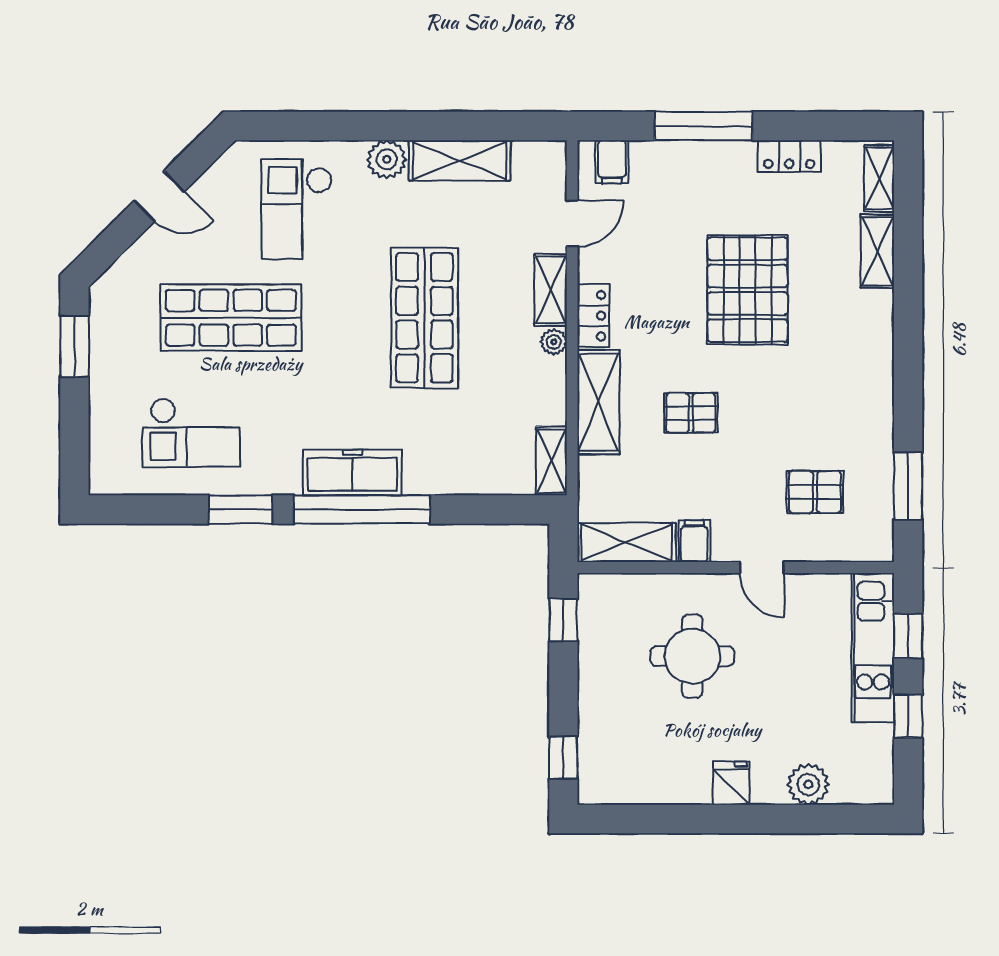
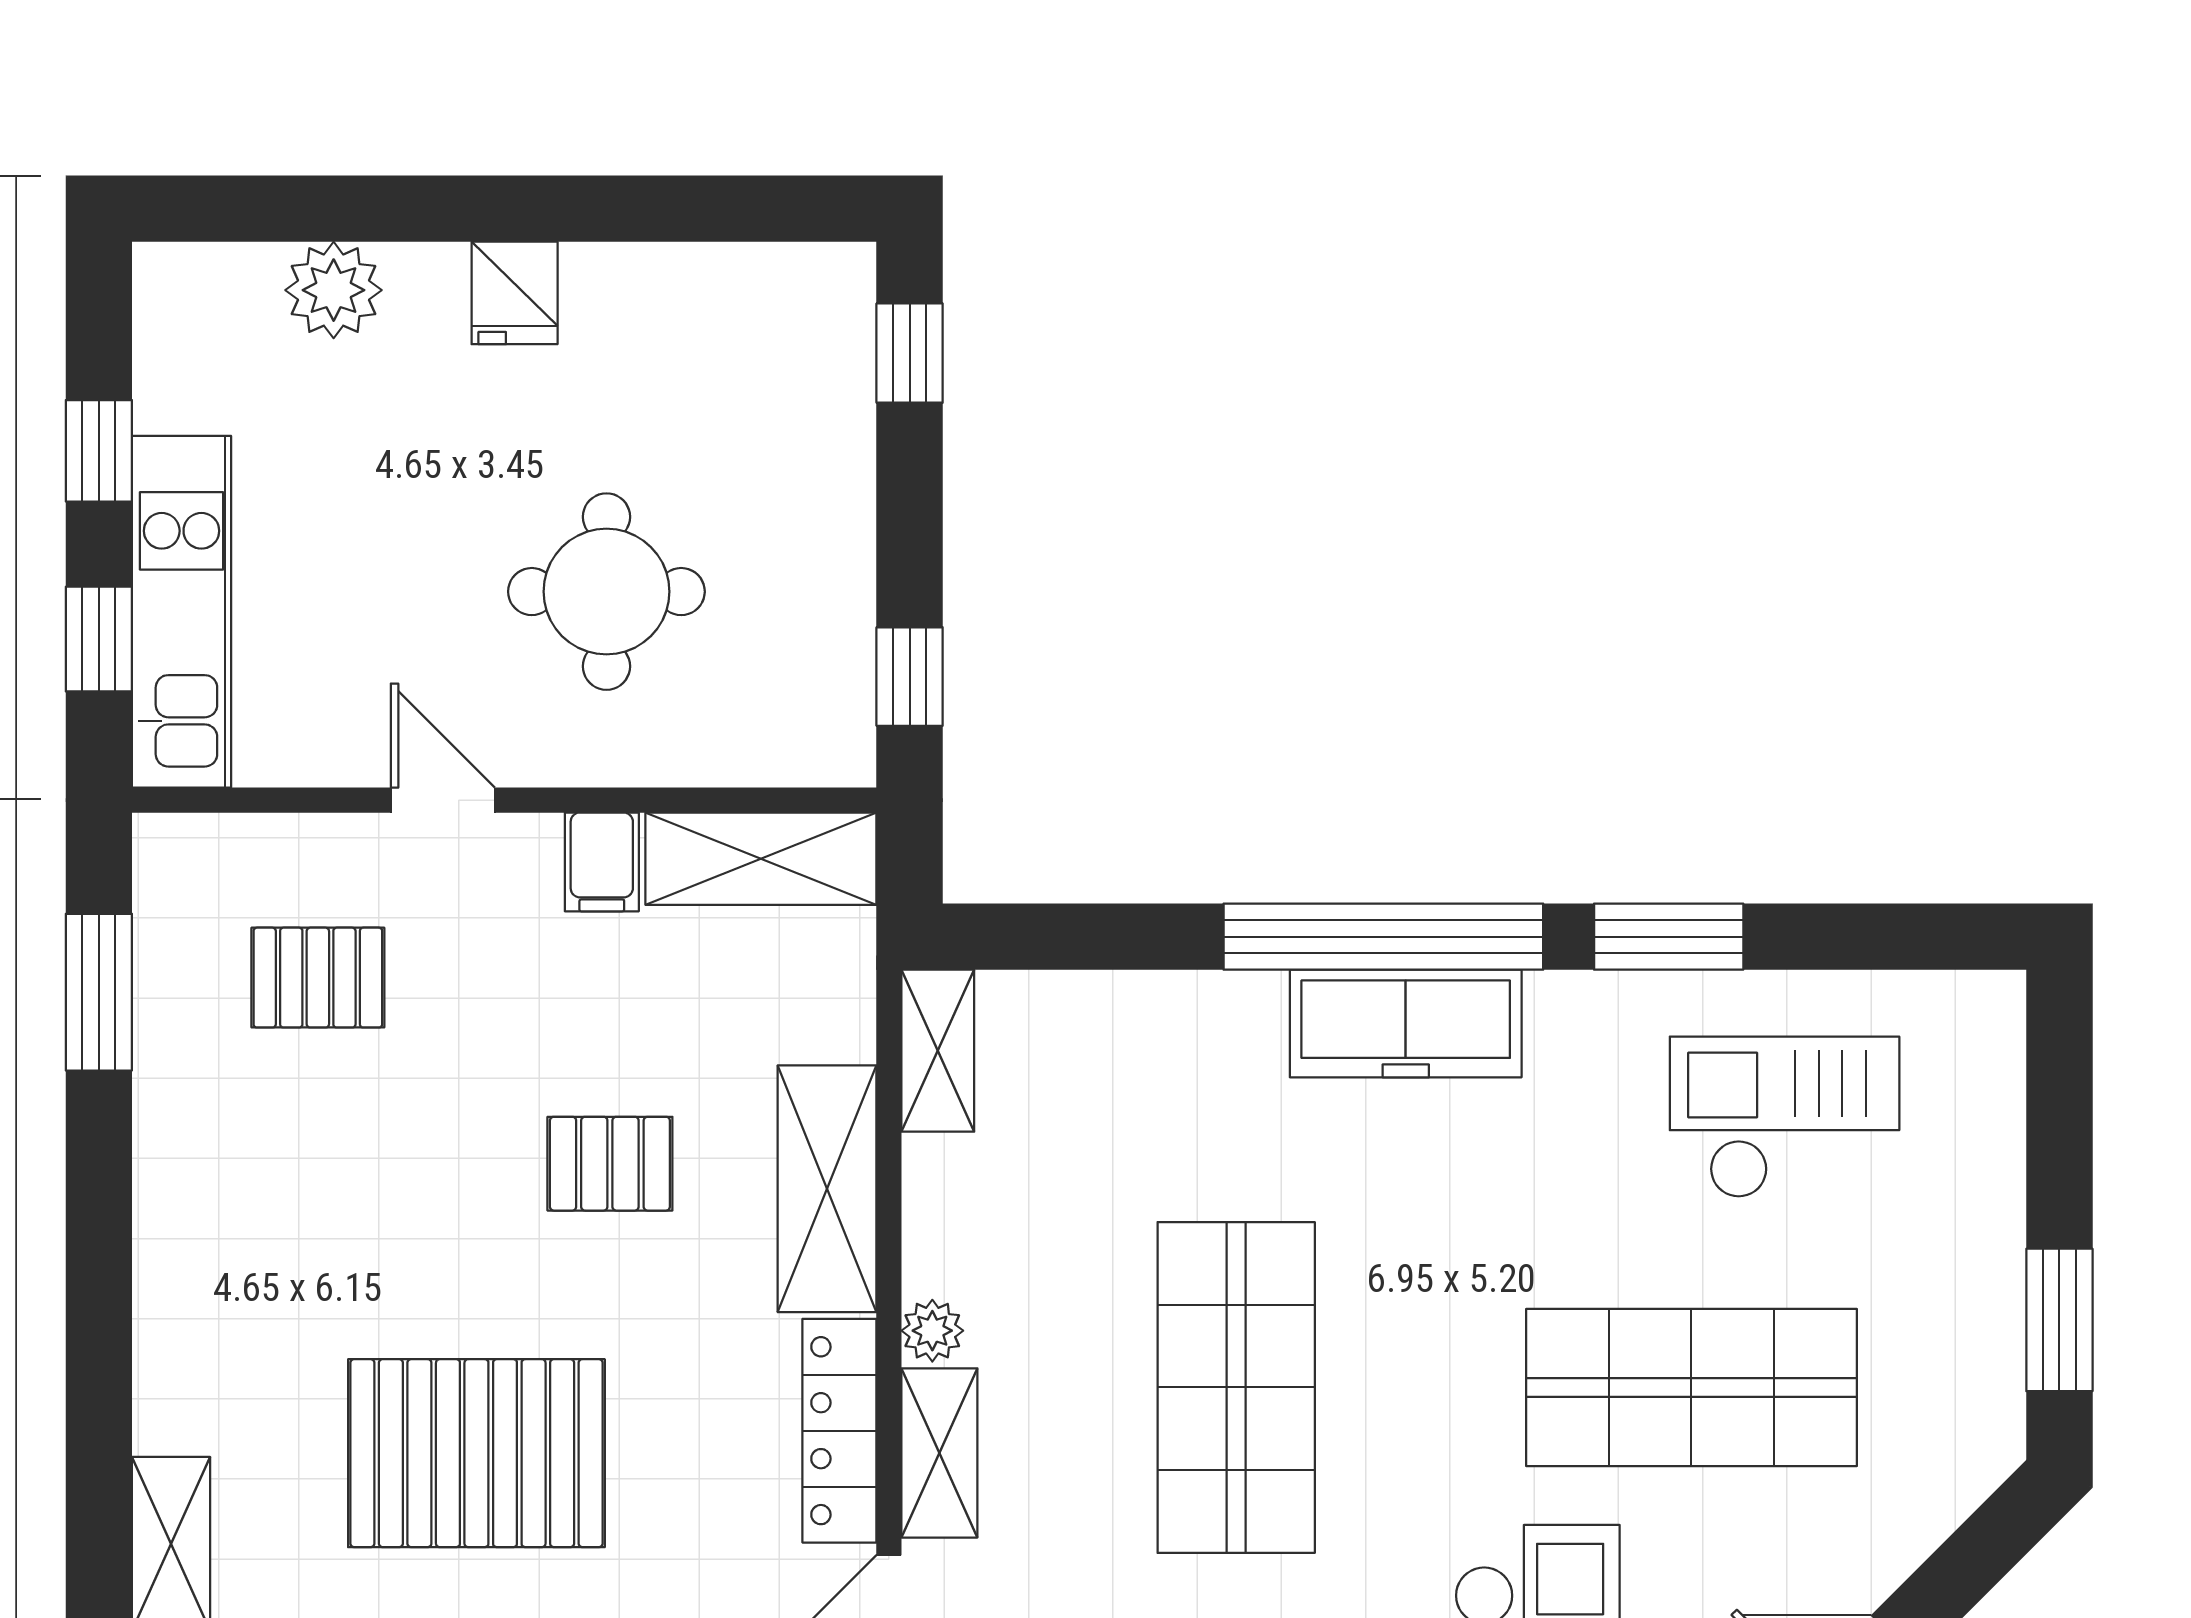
pallet: (748, 290) -> (476, 1453), turned 90
locker: (593, 316) -> (839, 1431), width x1.53

